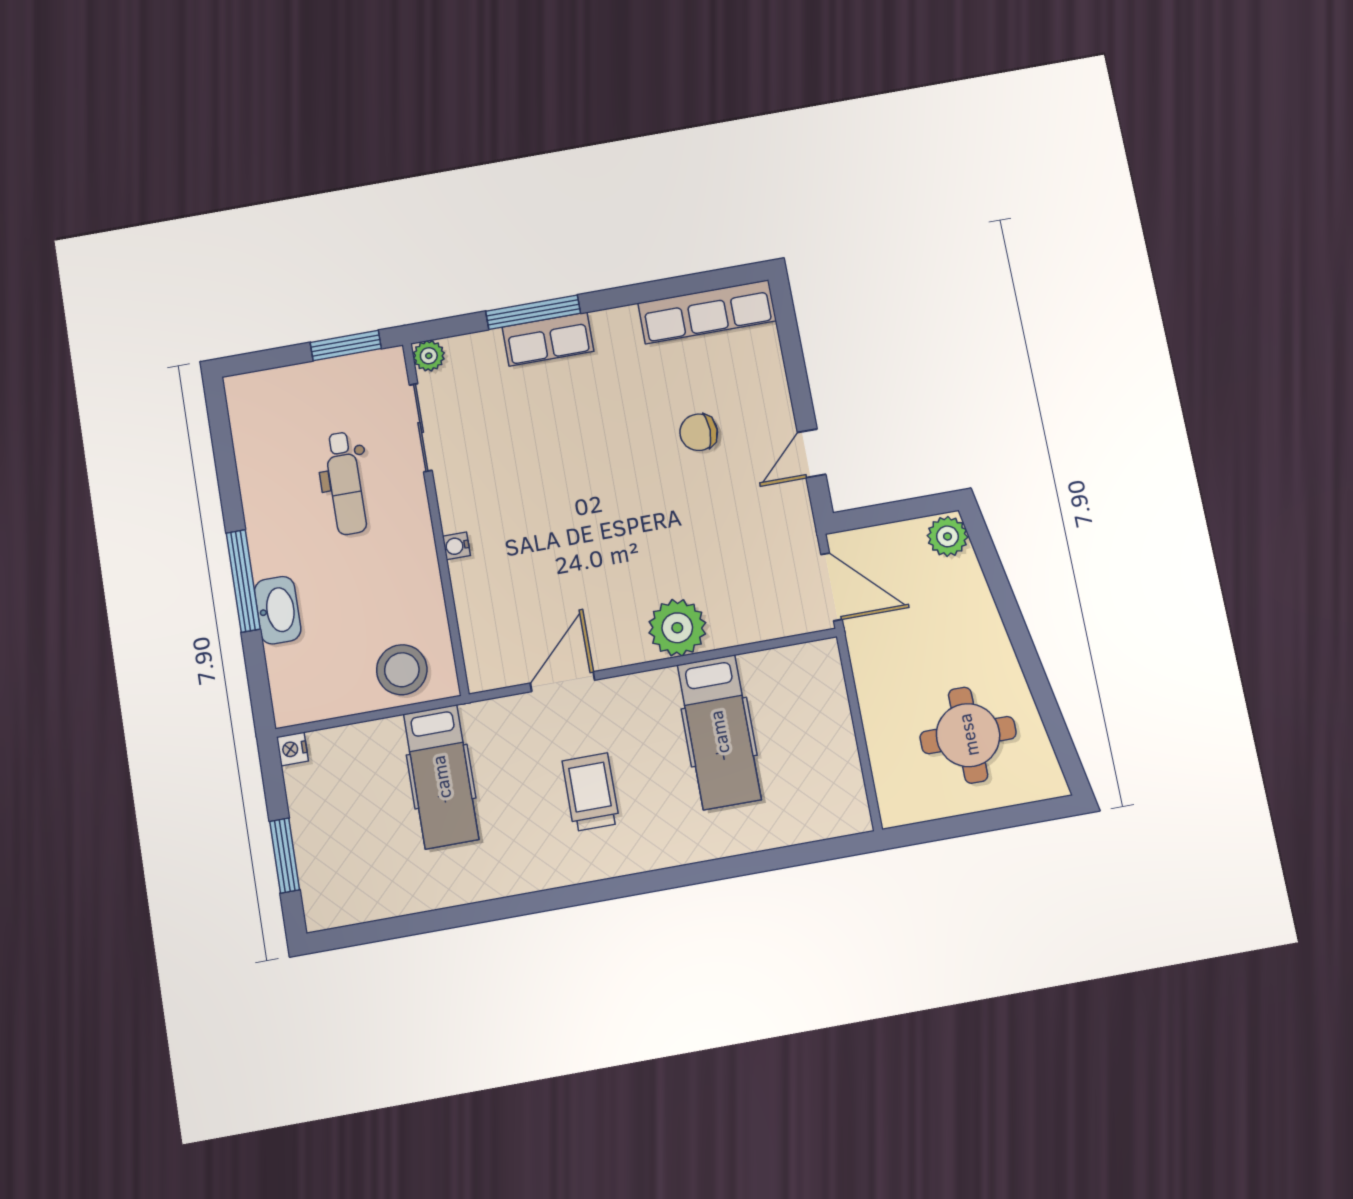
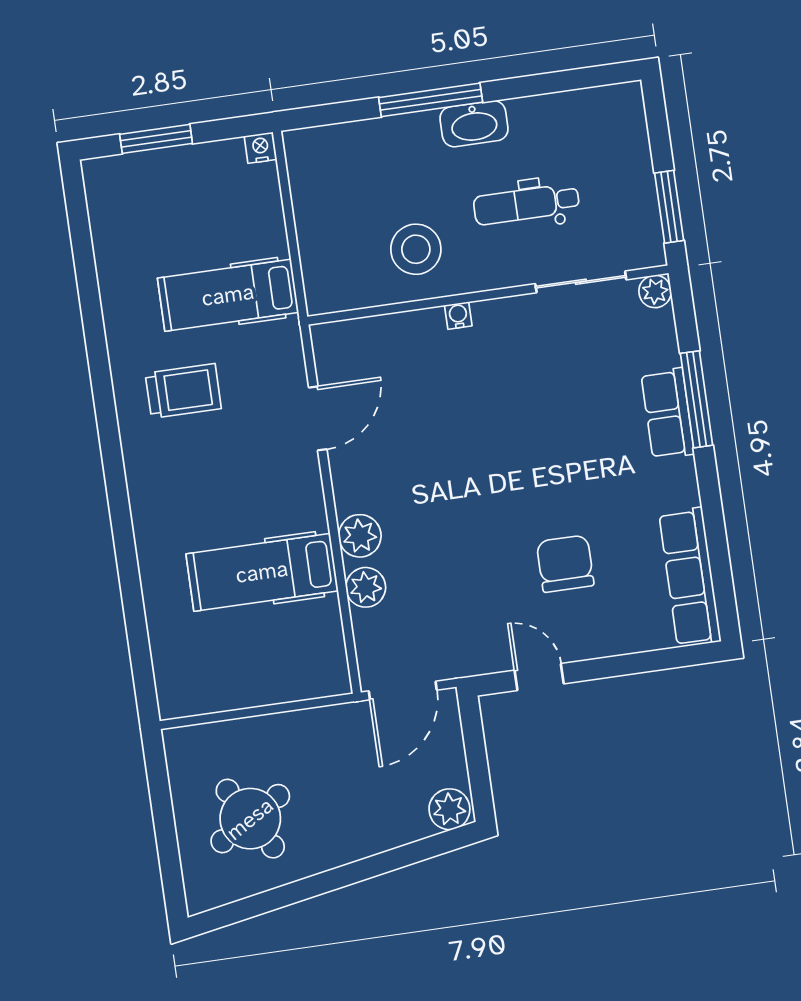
chair: (699, 432) -> (565, 564), width x1.37, depth x1.37
washbasin: (278, 610) -> (474, 124), moved
plant: (677, 628) -> (360, 536), width x0.73, depth x0.73
plant: (730, 628) -> (366, 587), added
stool: (402, 670) -> (416, 249), moved
door: (563, 682) -> (318, 418), hinge flipped
round table: (968, 735) -> (250, 819), turned -31
trolley: (591, 792) -> (183, 391), moved

